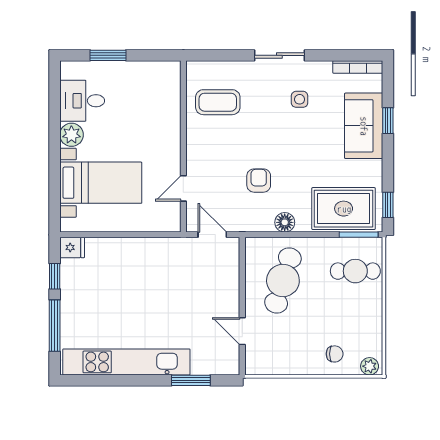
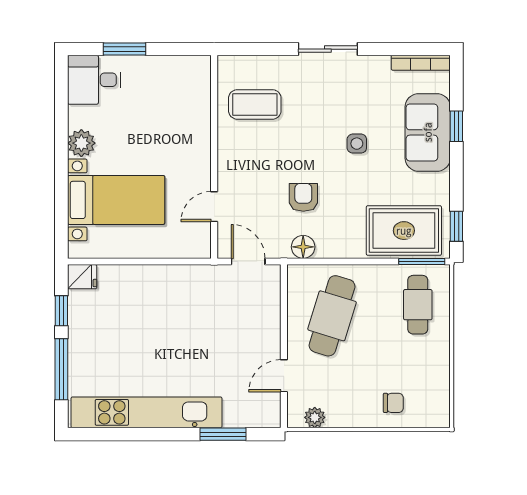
side table: (300, 99) -> (357, 144), moved
desk: (82, 101) -> (94, 80), moved
floor lamp: (285, 222) -> (303, 247), moved
cafe table: (355, 271) -> (418, 305), turned 90
door: (242, 331) -> (284, 376), hinge flipped
plant: (370, 366) -> (315, 417), moved

